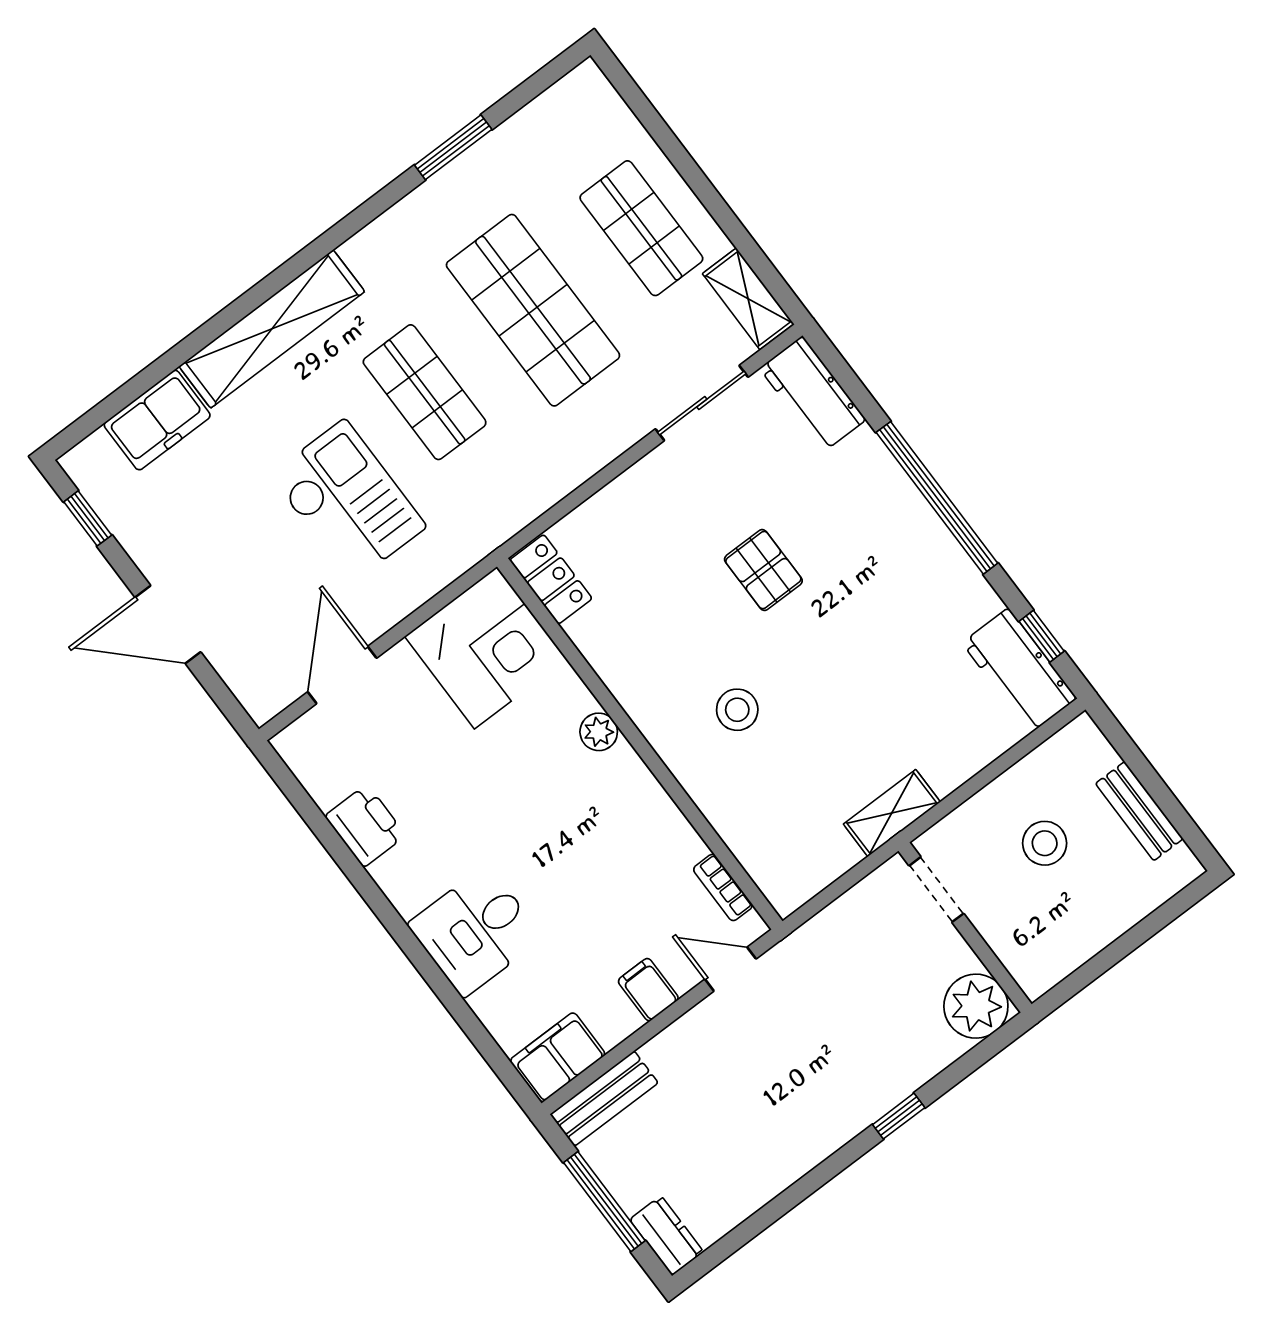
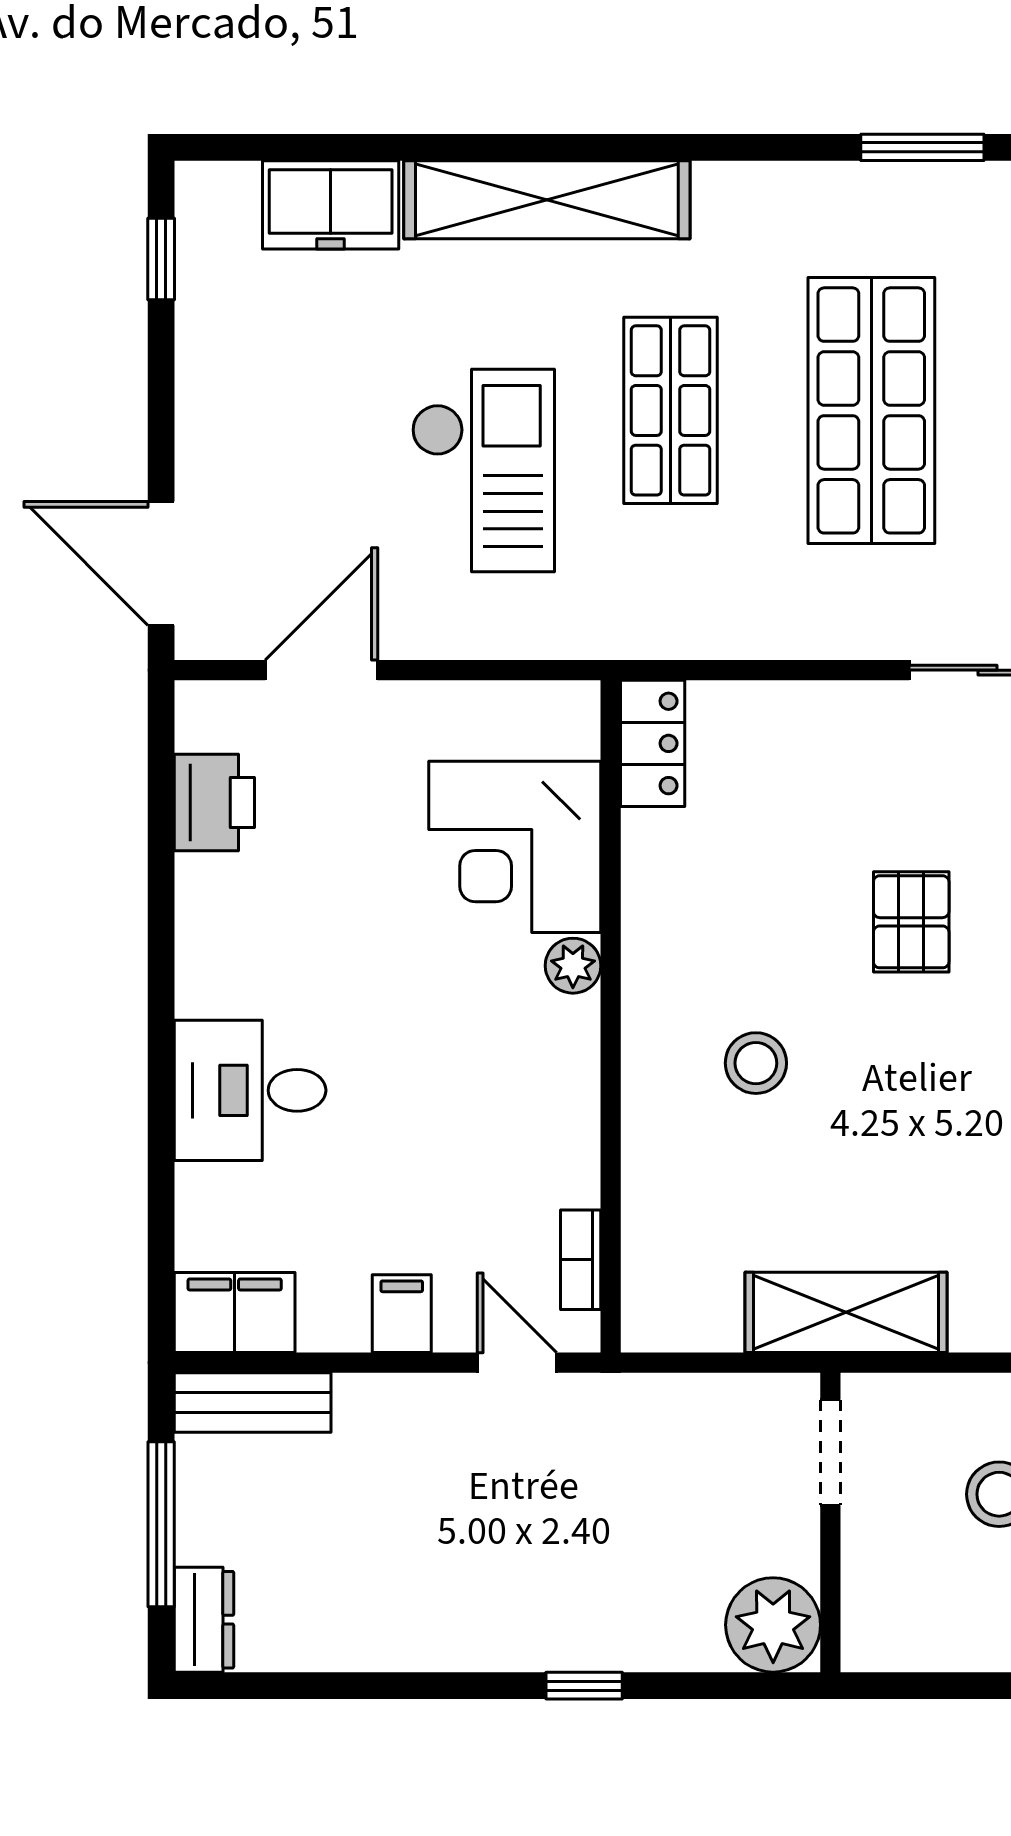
door: (168, 625) -> (161, 563), moved
corner desk: (486, 648) -> (515, 847), moved, turned 90
shelving: (892, 813) -> (846, 1312), width x1.50, depth x1.33
printer: (365, 826) -> (214, 803), moved

